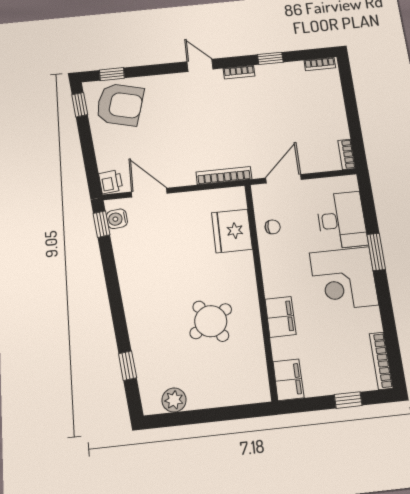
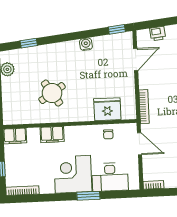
printer: (111, 182) -> (158, 34), moved
water cooler: (117, 219) -> (86, 44), moved

